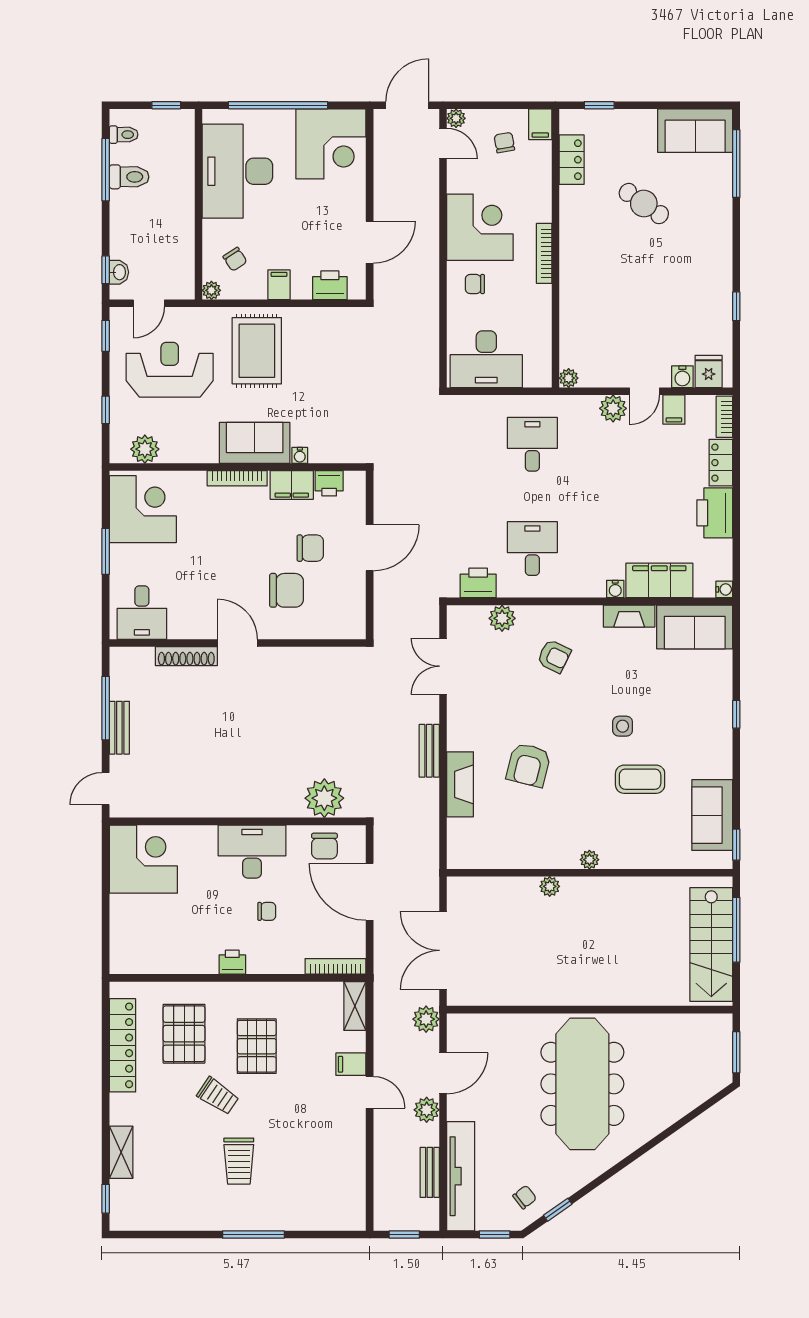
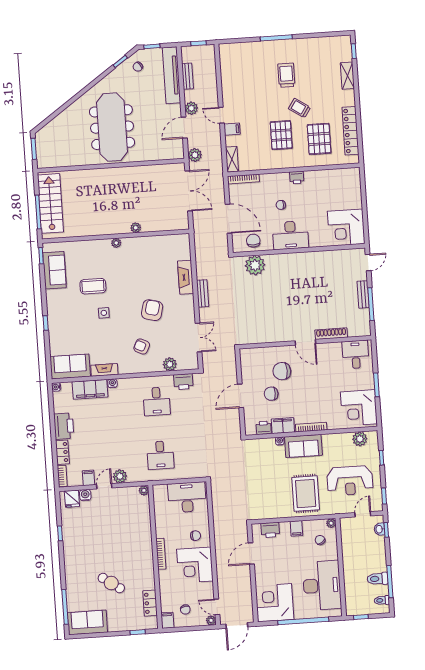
armchair: (529, 765) -> (152, 310), moved

